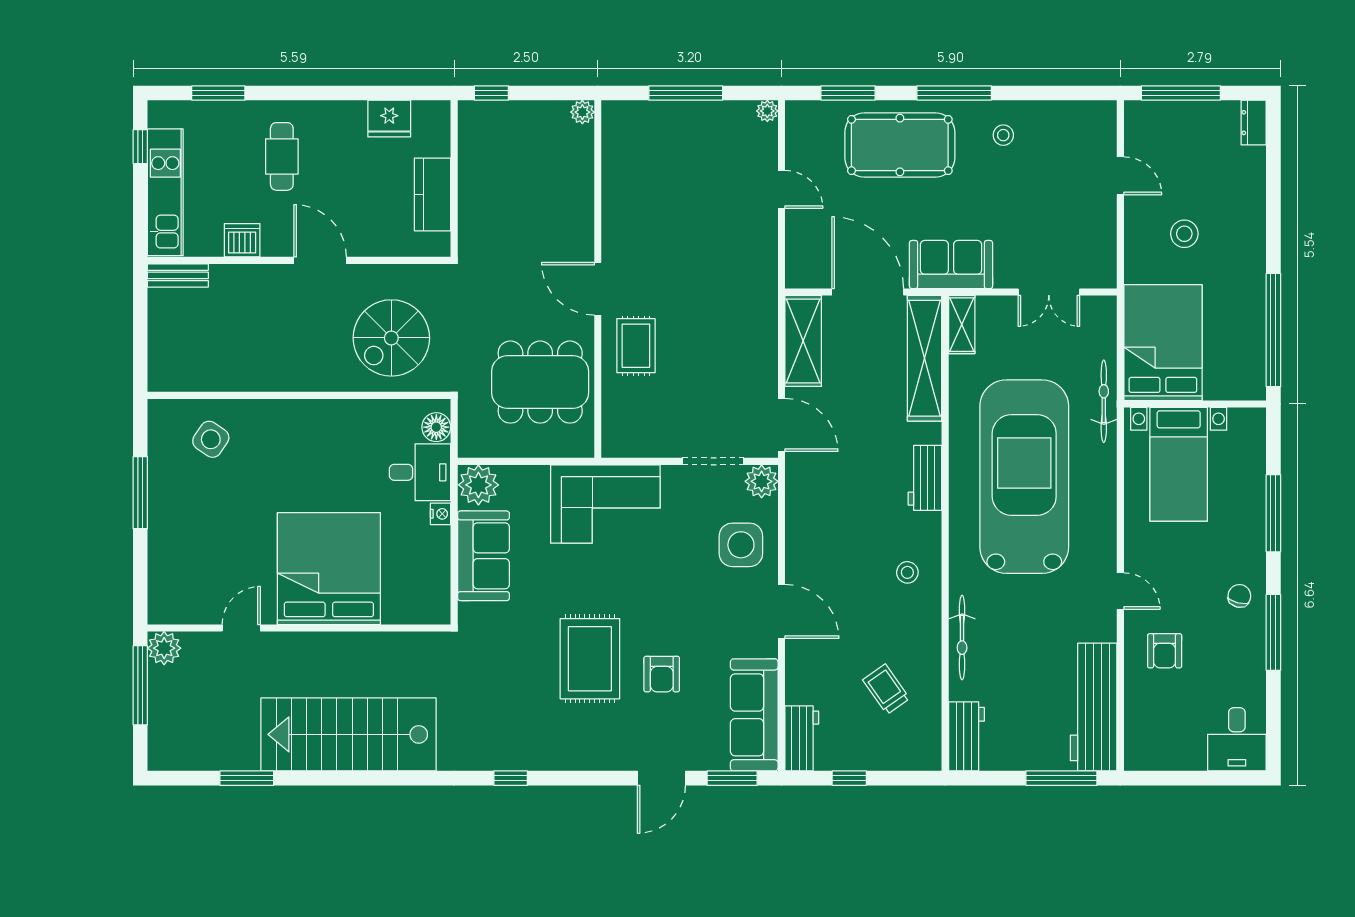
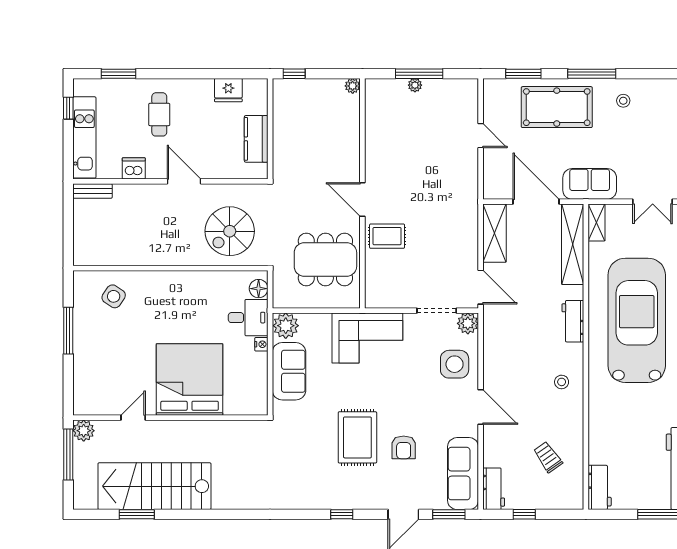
plant: (767, 111) -> (415, 85), moved
rug: (636, 346) -> (387, 236), turned 90
bicycle: (962, 637) -> (597, 424), removed
stairs: (349, 734) -> (154, 486), moved
window: (511, 778) -> (342, 514), moved

